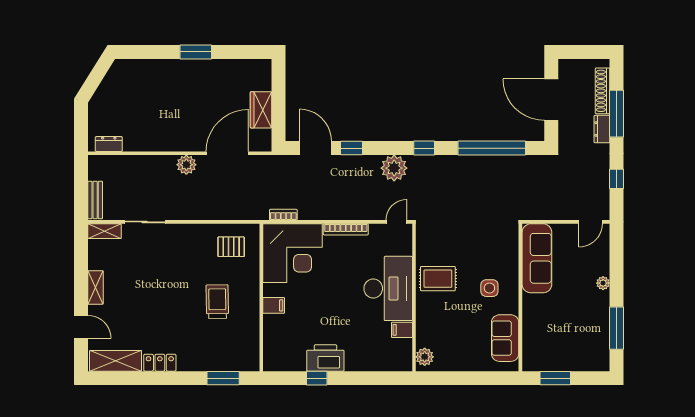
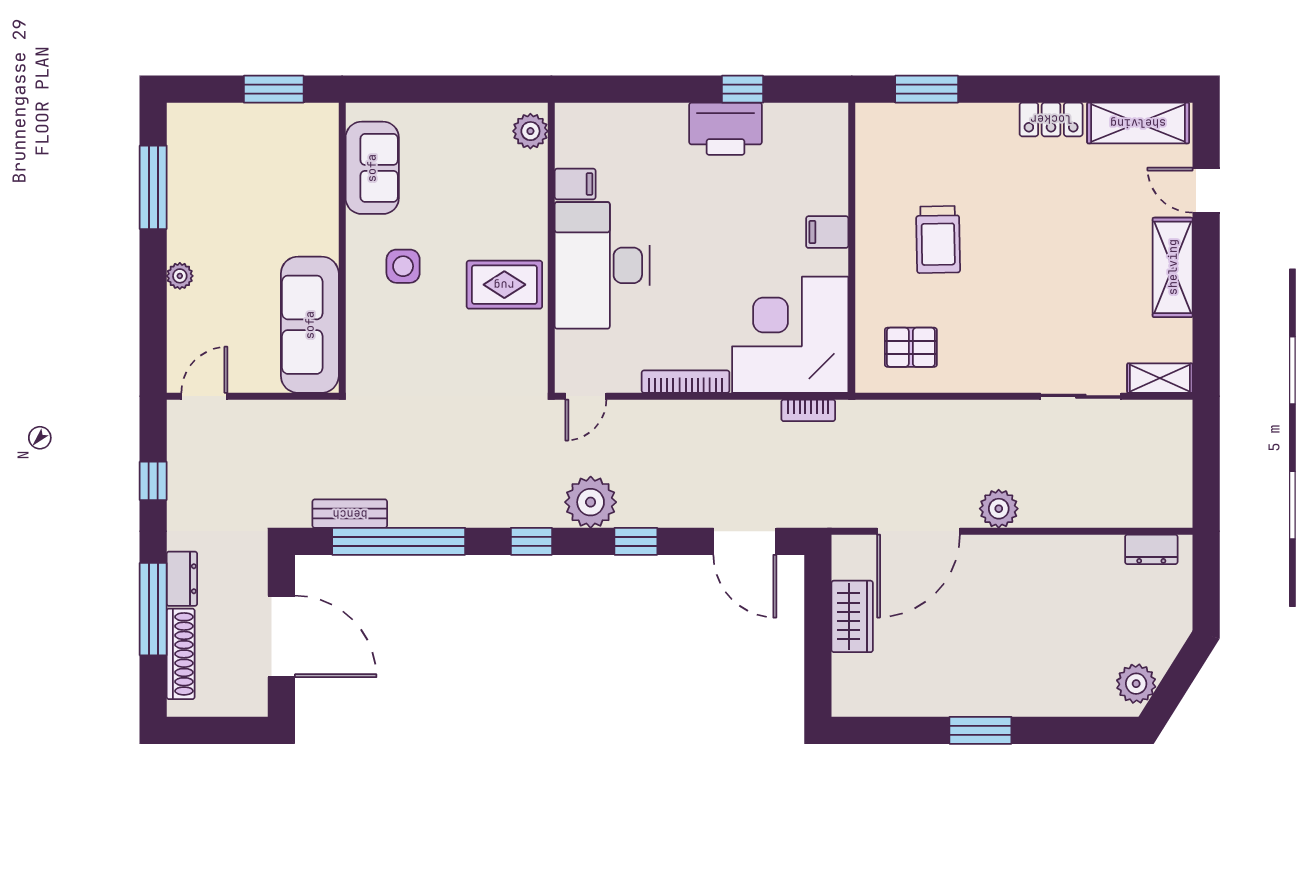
plant: (117, 76) -> (1136, 684), added
window: (351, 148) -> (636, 541), moved
bench: (95, 200) -> (350, 514), moved, turned 90
shelving: (95, 287) -> (1173, 267), width x1.50, depth x1.33

